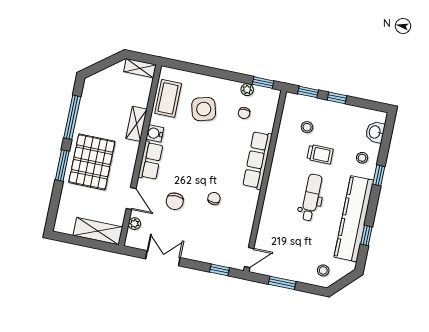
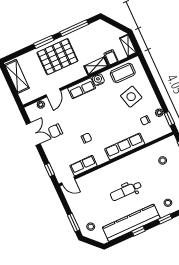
filing cabinet: (139, 99) -> (111, 57), added
trolley: (320, 154) -> (153, 178), removed
dental chair: (311, 197) -> (126, 191), turned 180
chair: (175, 201) -> (55, 131), moved
row of seats: (244, 226) -> (83, 166), added
shelving: (98, 231) -> (17, 76), moved
window: (366, 235) -> (139, 231), moved
window: (282, 283) -> (74, 222), moved

